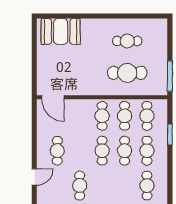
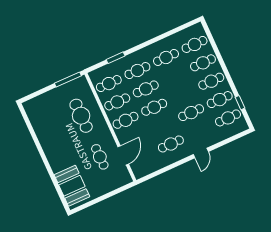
cafe table: (127, 41) -> (100, 157), moved
door: (53, 97) -> (123, 155), moved
door: (34, 177) -> (201, 153), swing flipped

